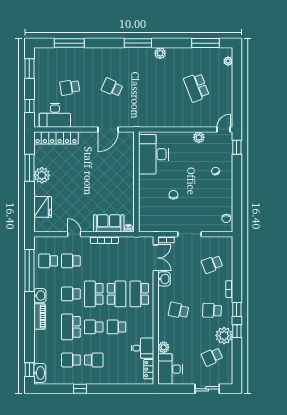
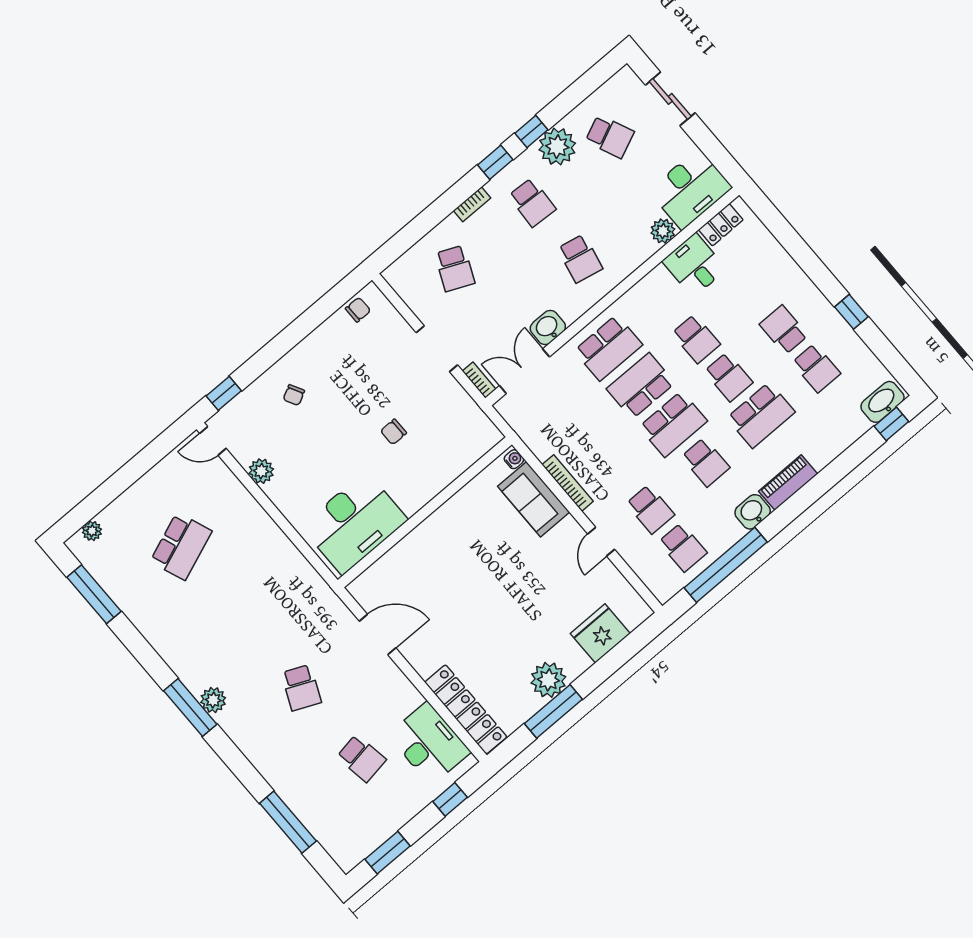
plant: (160, 53) -> (213, 700), moved
school desk: (212, 264) -> (455, 268), turned 45

